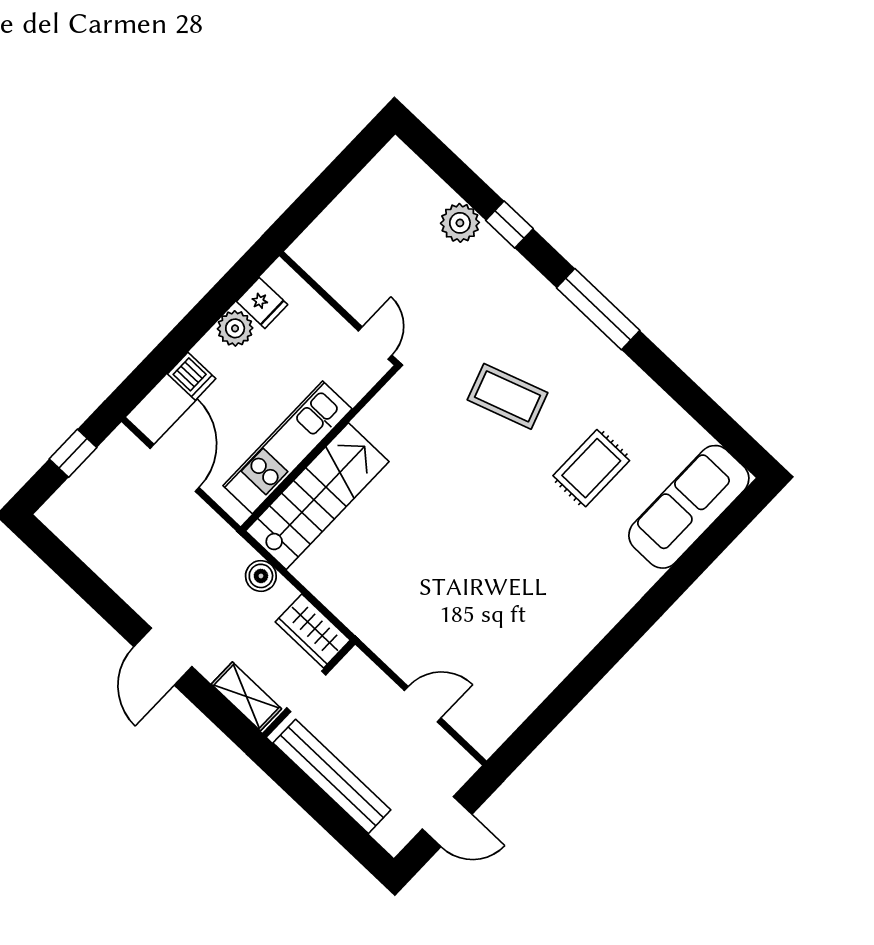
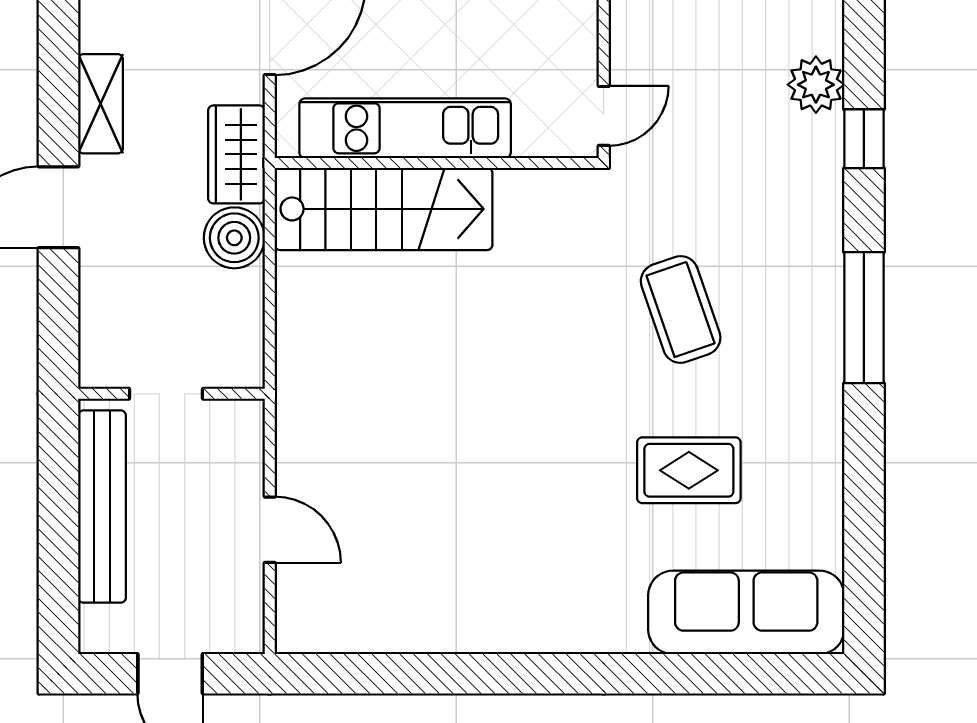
boiler: (261, 576) -> (234, 238), width x1.36, depth x1.36
wardrobe: (313, 631) -> (236, 154), moved
shelving: (246, 696) -> (100, 104), moved

